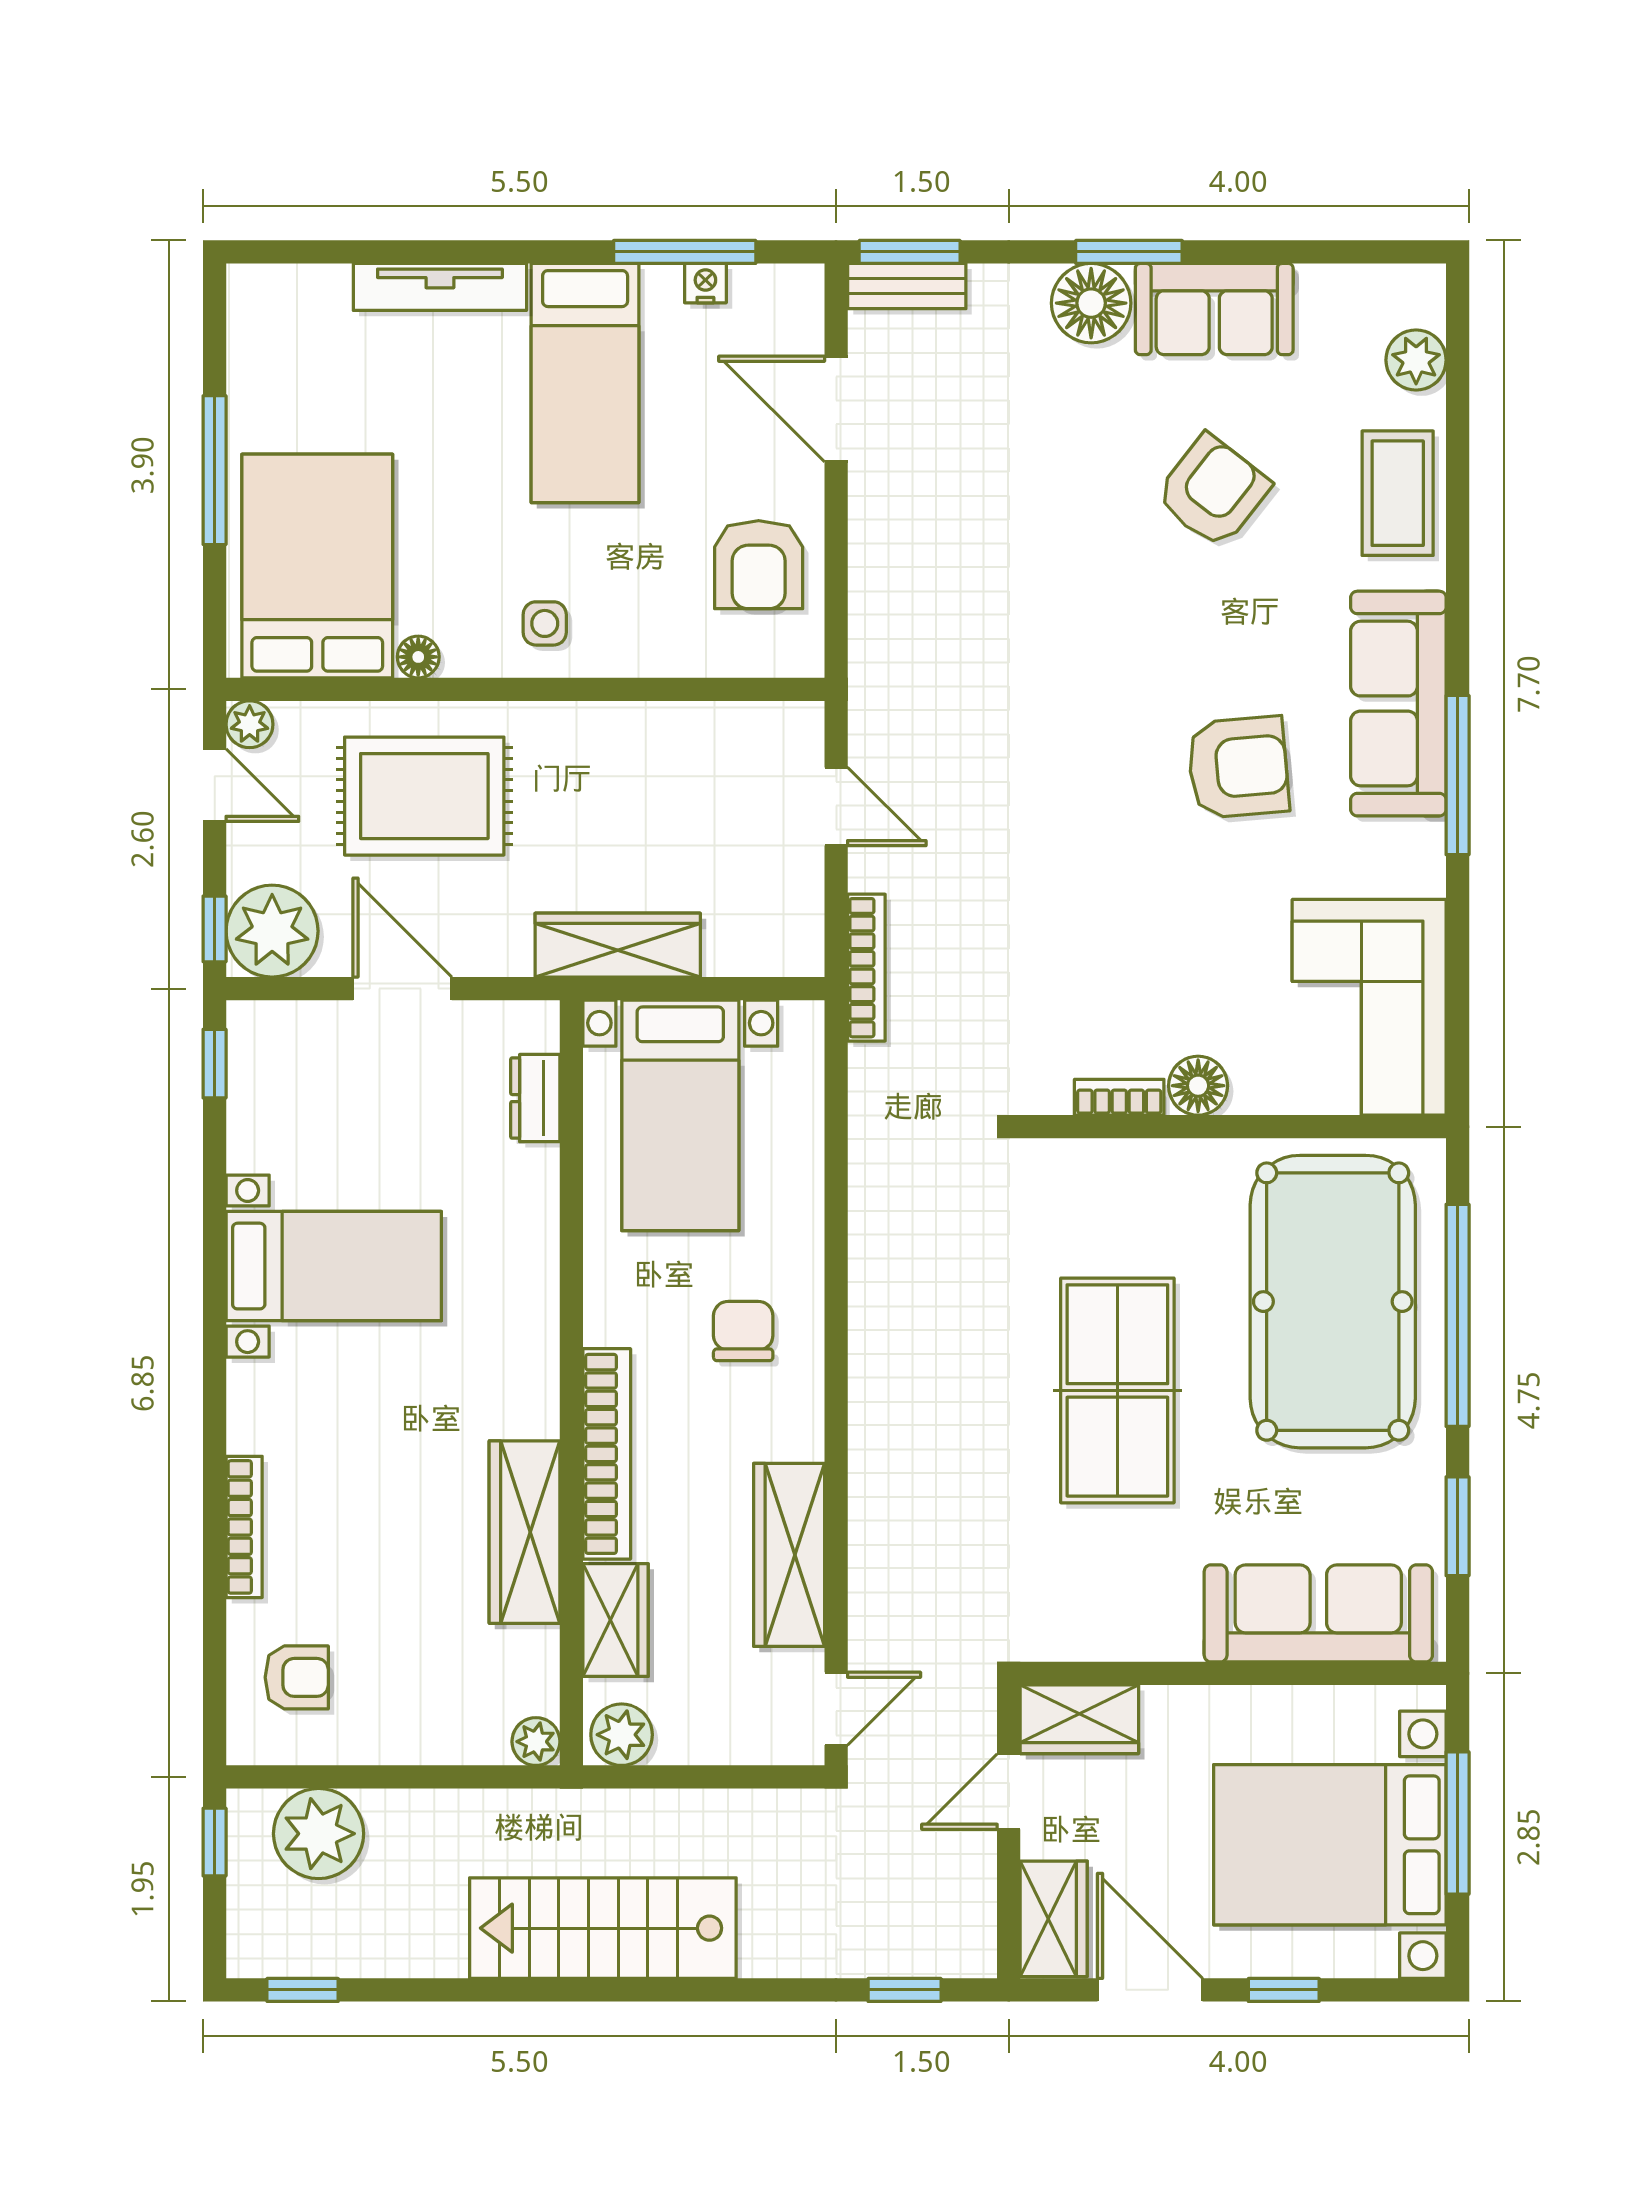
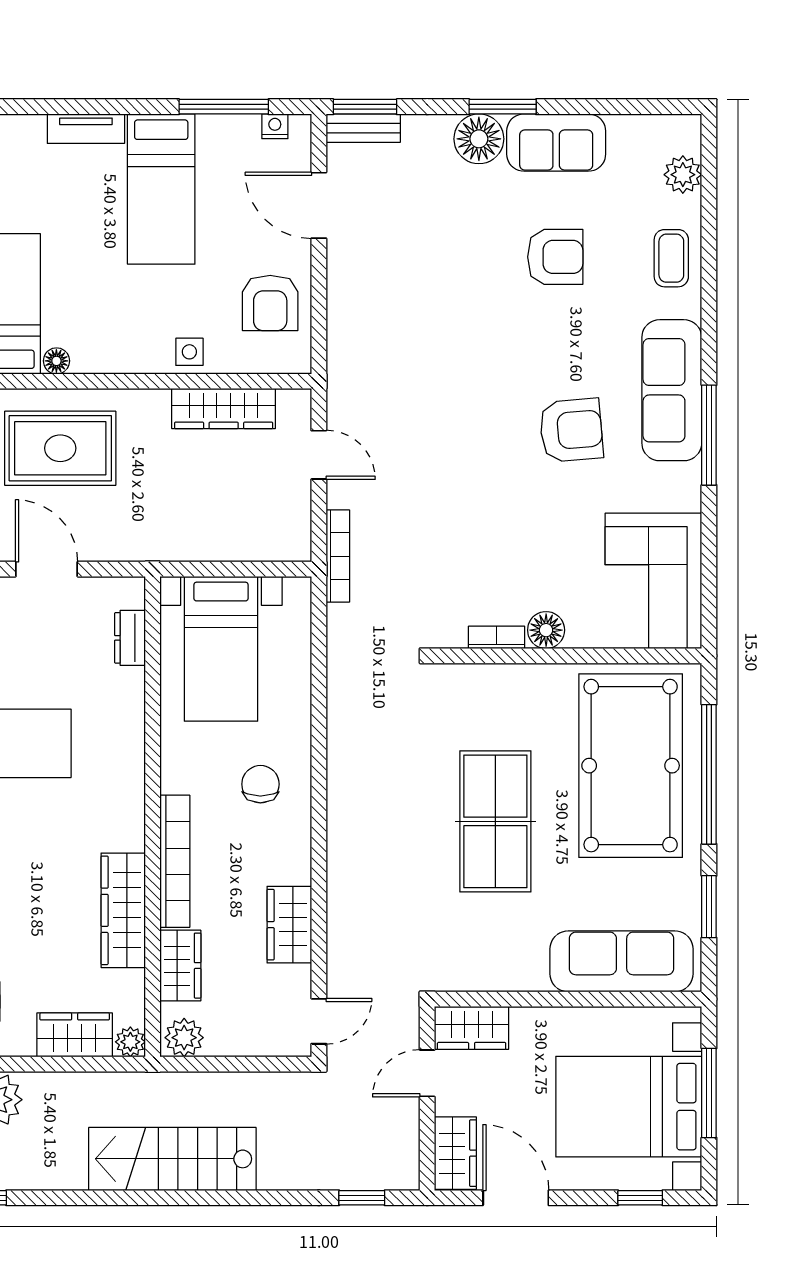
nightstand: (705, 283) -> (275, 126), moved
tv unit: (440, 287) -> (86, 129), width x0.71
armchair: (1213, 491) -> (555, 257), turned 52
coffee table: (1398, 493) -> (671, 258), width x0.73, depth x0.77
side table: (545, 623) -> (189, 352), moved
wardrobe: (618, 945) -> (224, 409), moved, turned 180
wardrobe: (789, 1555) -> (289, 925), width x0.67
wardrobe: (447, 1731) -> (75, 1035), added
window: (1284, 1990) -> (640, 1198), moved

